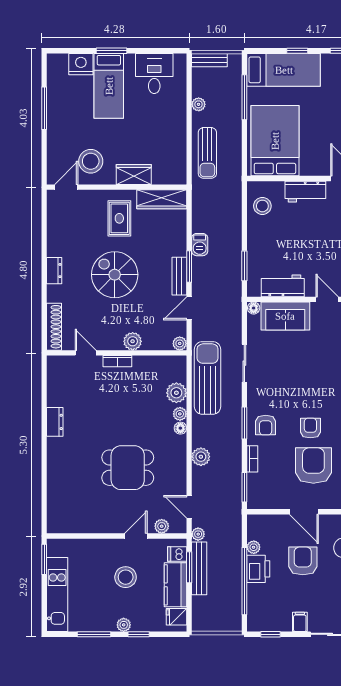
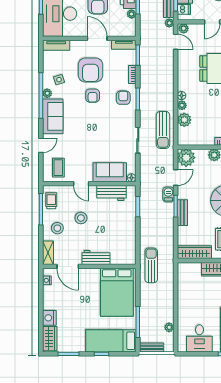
bench: (209, 60) -> (152, 347), moved
plant: (199, 104) -> (169, 327), moved
sun lounger: (207, 153) -> (151, 265), moved
stool: (262, 206) -> (81, 218), moved
barbecue: (200, 245) -> (168, 195), moved
bench: (179, 276) -> (182, 213), moved
plant: (180, 343) -> (186, 158), width x1.88, depth x1.88
sun lounger: (208, 378) -> (163, 130), width x0.73, depth x0.75
plant: (201, 457) -> (168, 76), removed
tv unit: (265, 502) -> (124, 45), added
plant: (162, 526) -> (184, 28), moved

